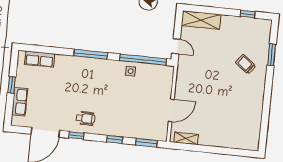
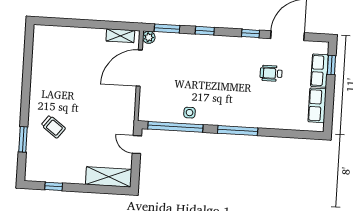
row of seats: (40, 59) -> (317, 105), moved, turned -90
window: (12, 85) -> (331, 65), moved
door: (171, 110) -> (139, 68), width x1.36
wheelchair: (86, 118) -> (271, 73), moved
plant: (162, 136) -> (149, 37), added

